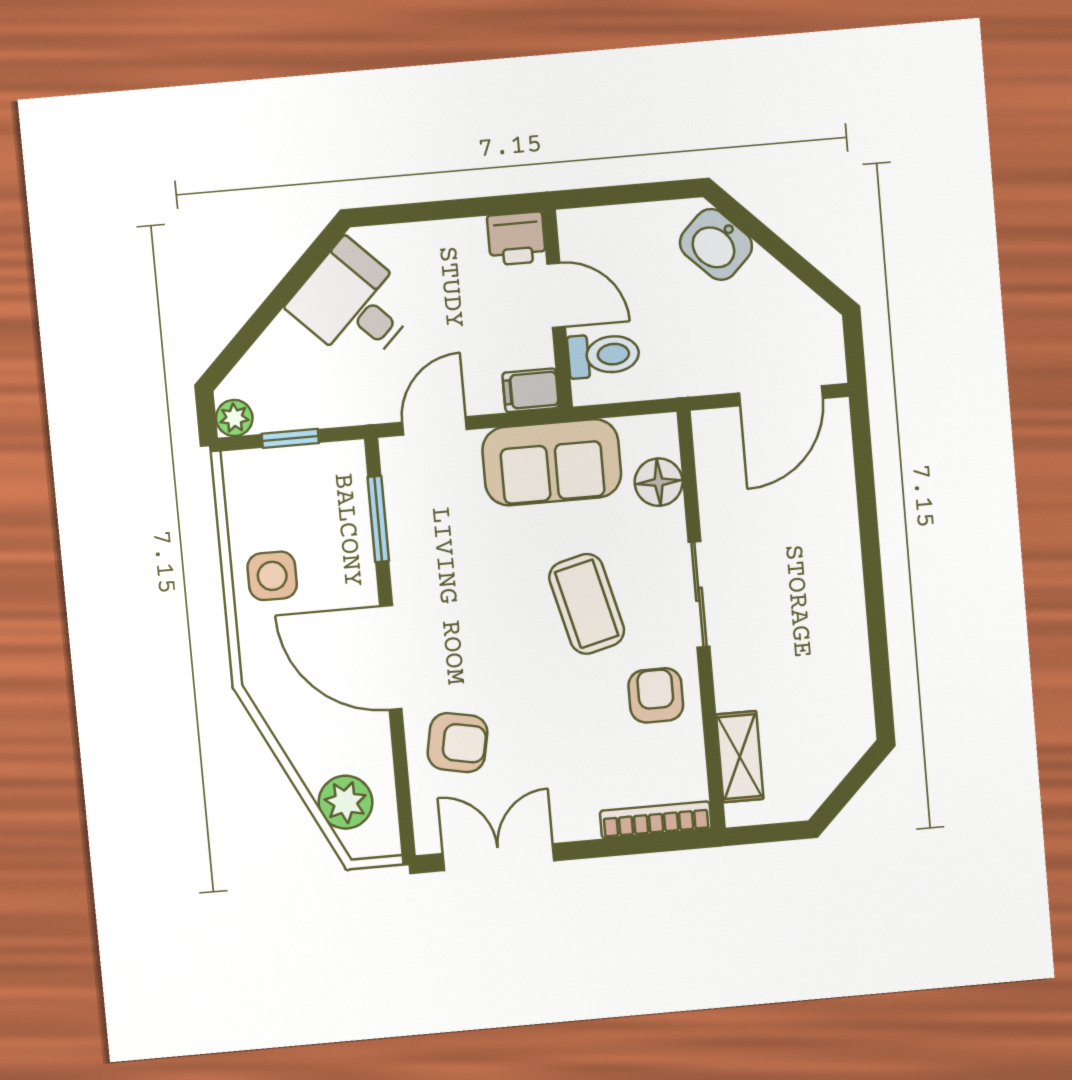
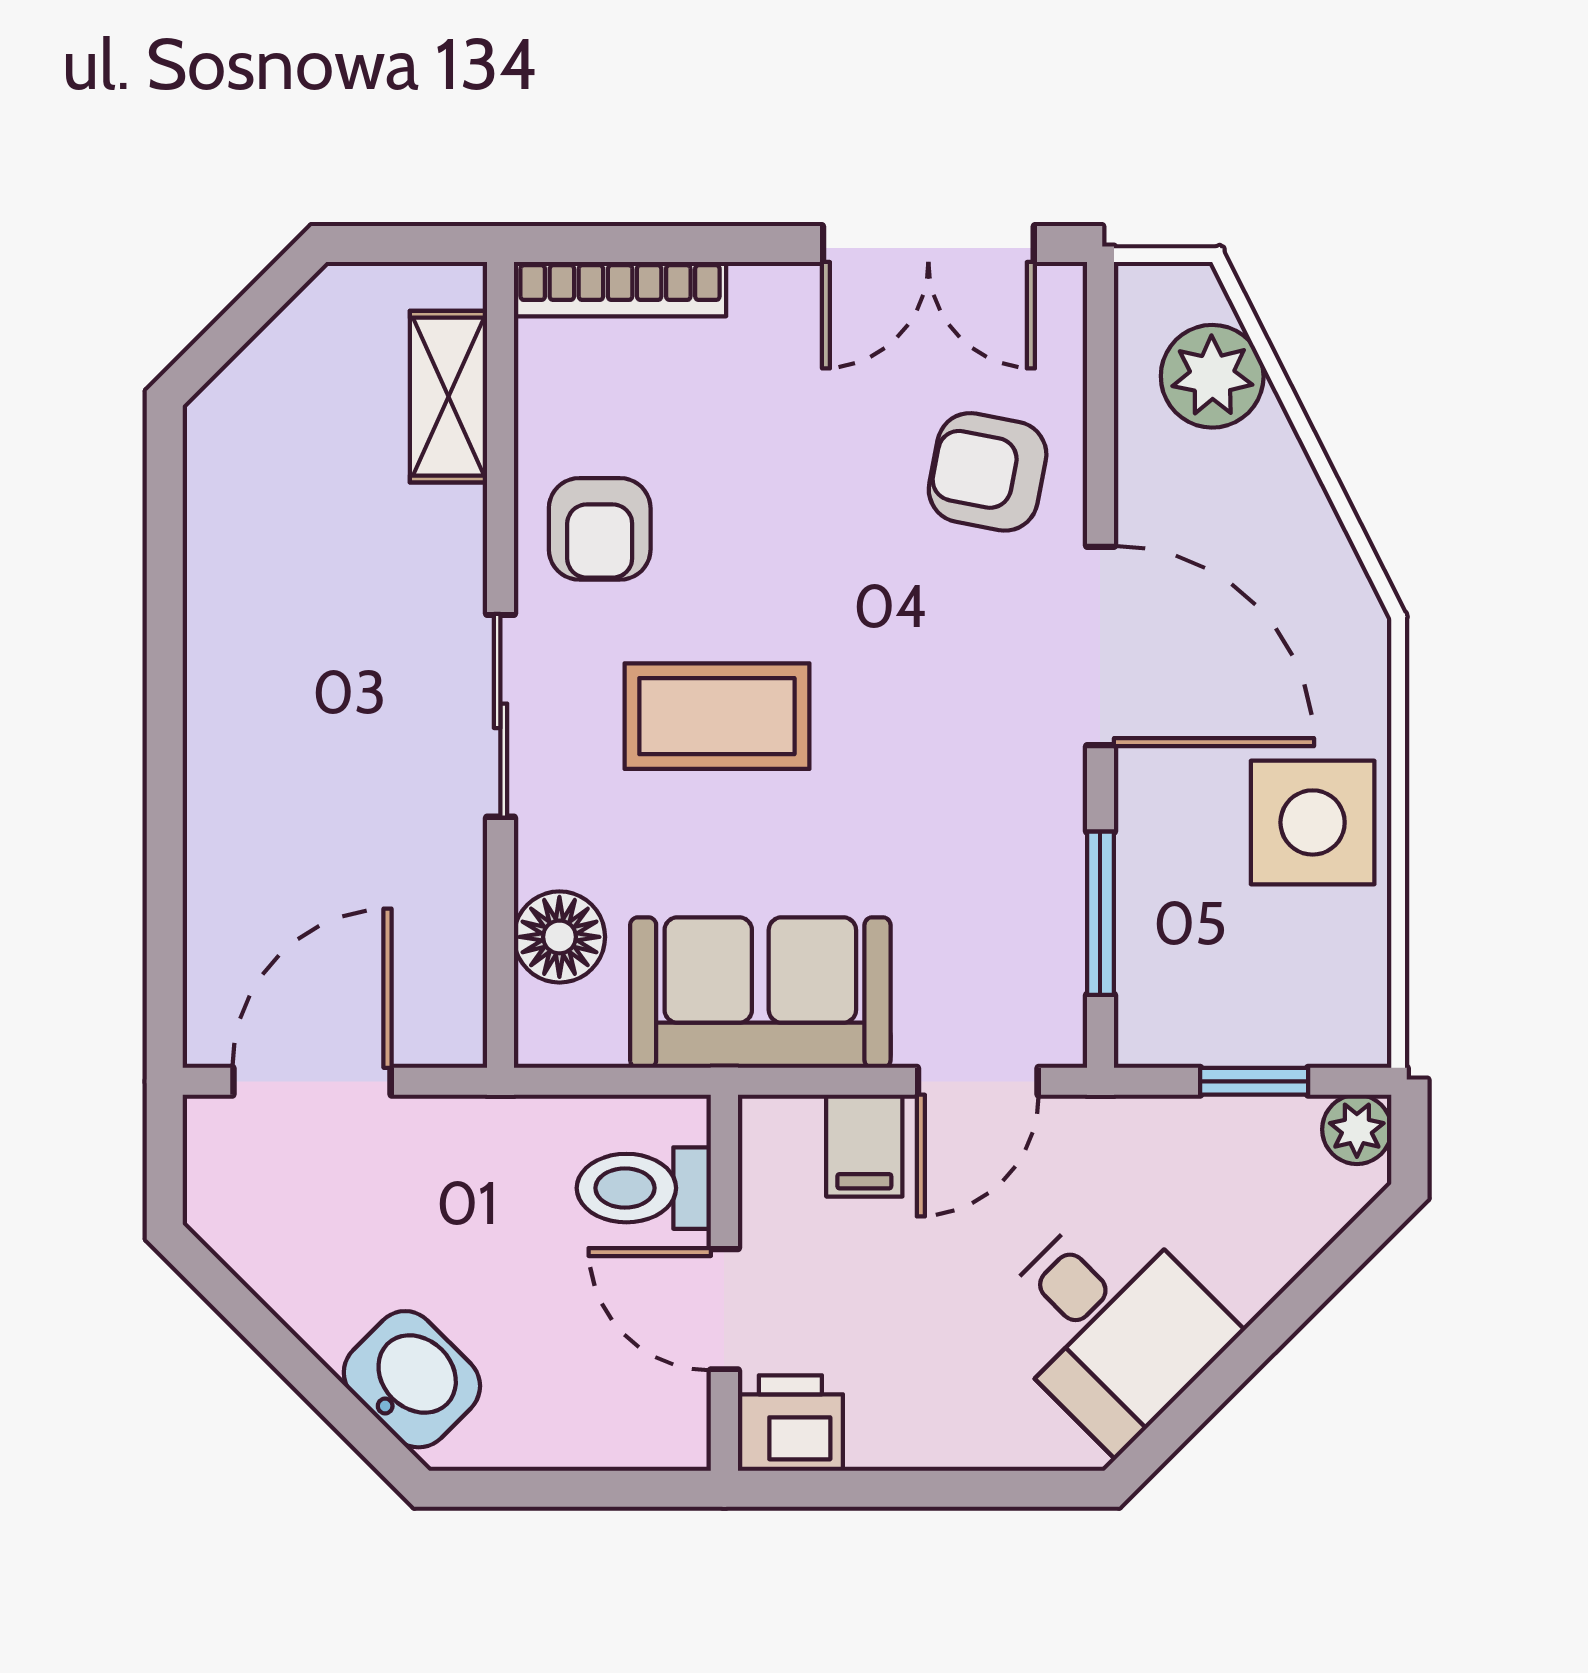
filing cabinet: (531, 390) -> (864, 1146), moved, turned 90
side table: (272, 576) -> (1313, 822), width x1.37, depth x1.37
coffee table: (587, 604) -> (717, 716), turned -76

